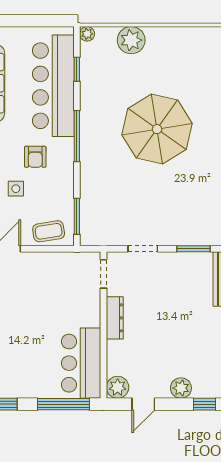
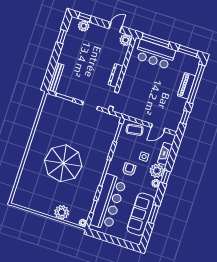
bar counter: (81, 363) -> (155, 54), moved, turned 90
plant: (181, 388) -> (84, 26), moved

